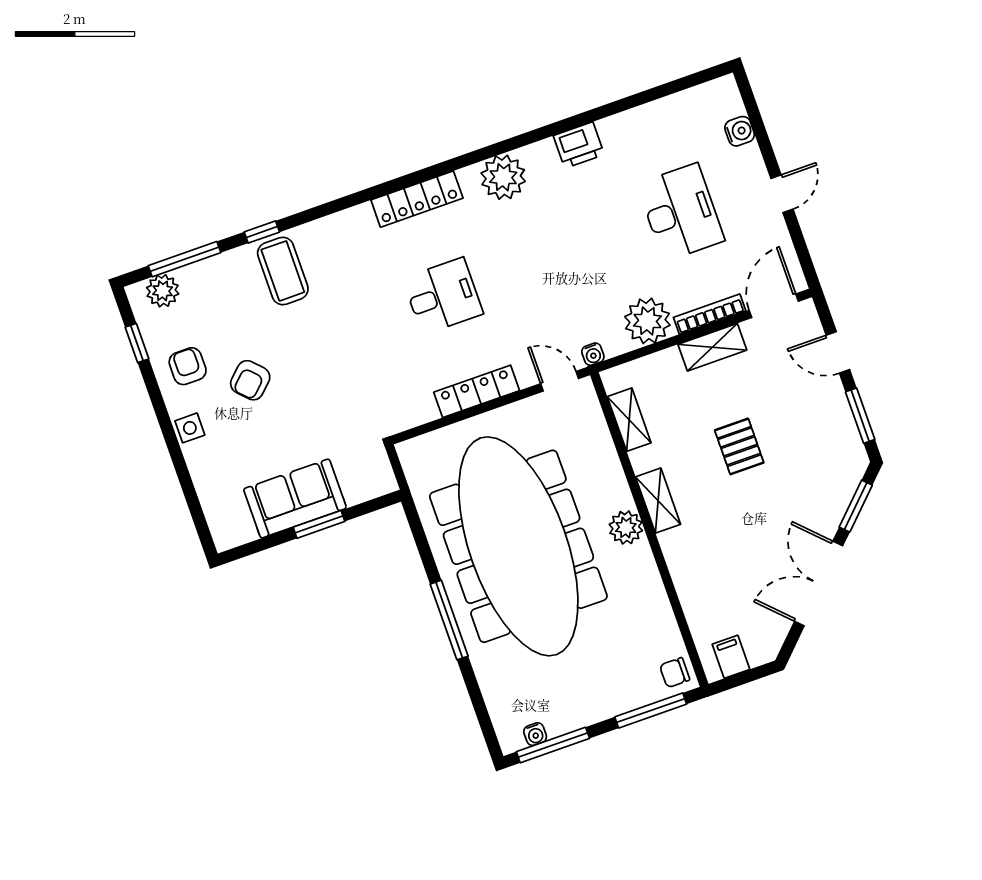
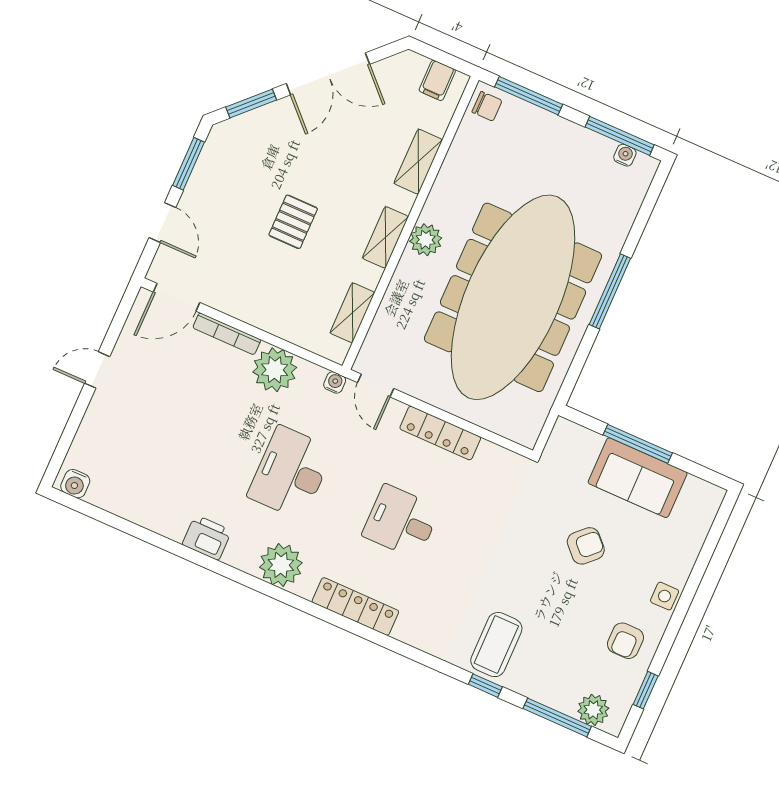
water cooler: (740, 131) -> (75, 484), moved, turned -90
desk: (681, 212) -> (291, 473), moved
shelving: (712, 347) -> (418, 162), moved, turned 90
armchair: (250, 380) -> (586, 546), moved
window: (319, 524) -> (638, 444), width x1.44

